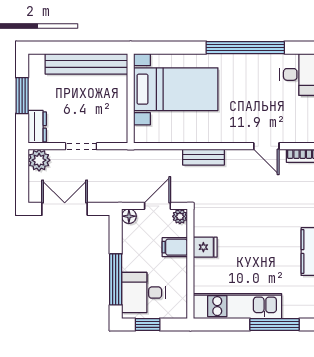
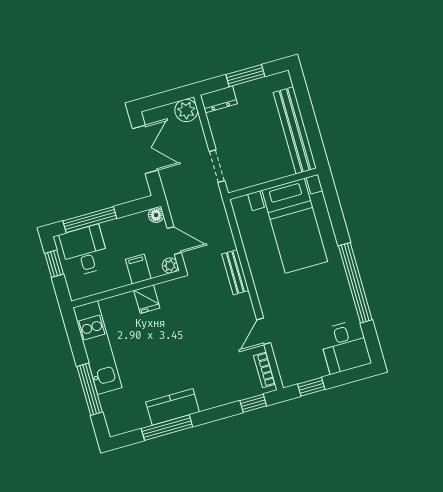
doorway: (81, 146) -> (217, 166), moved

